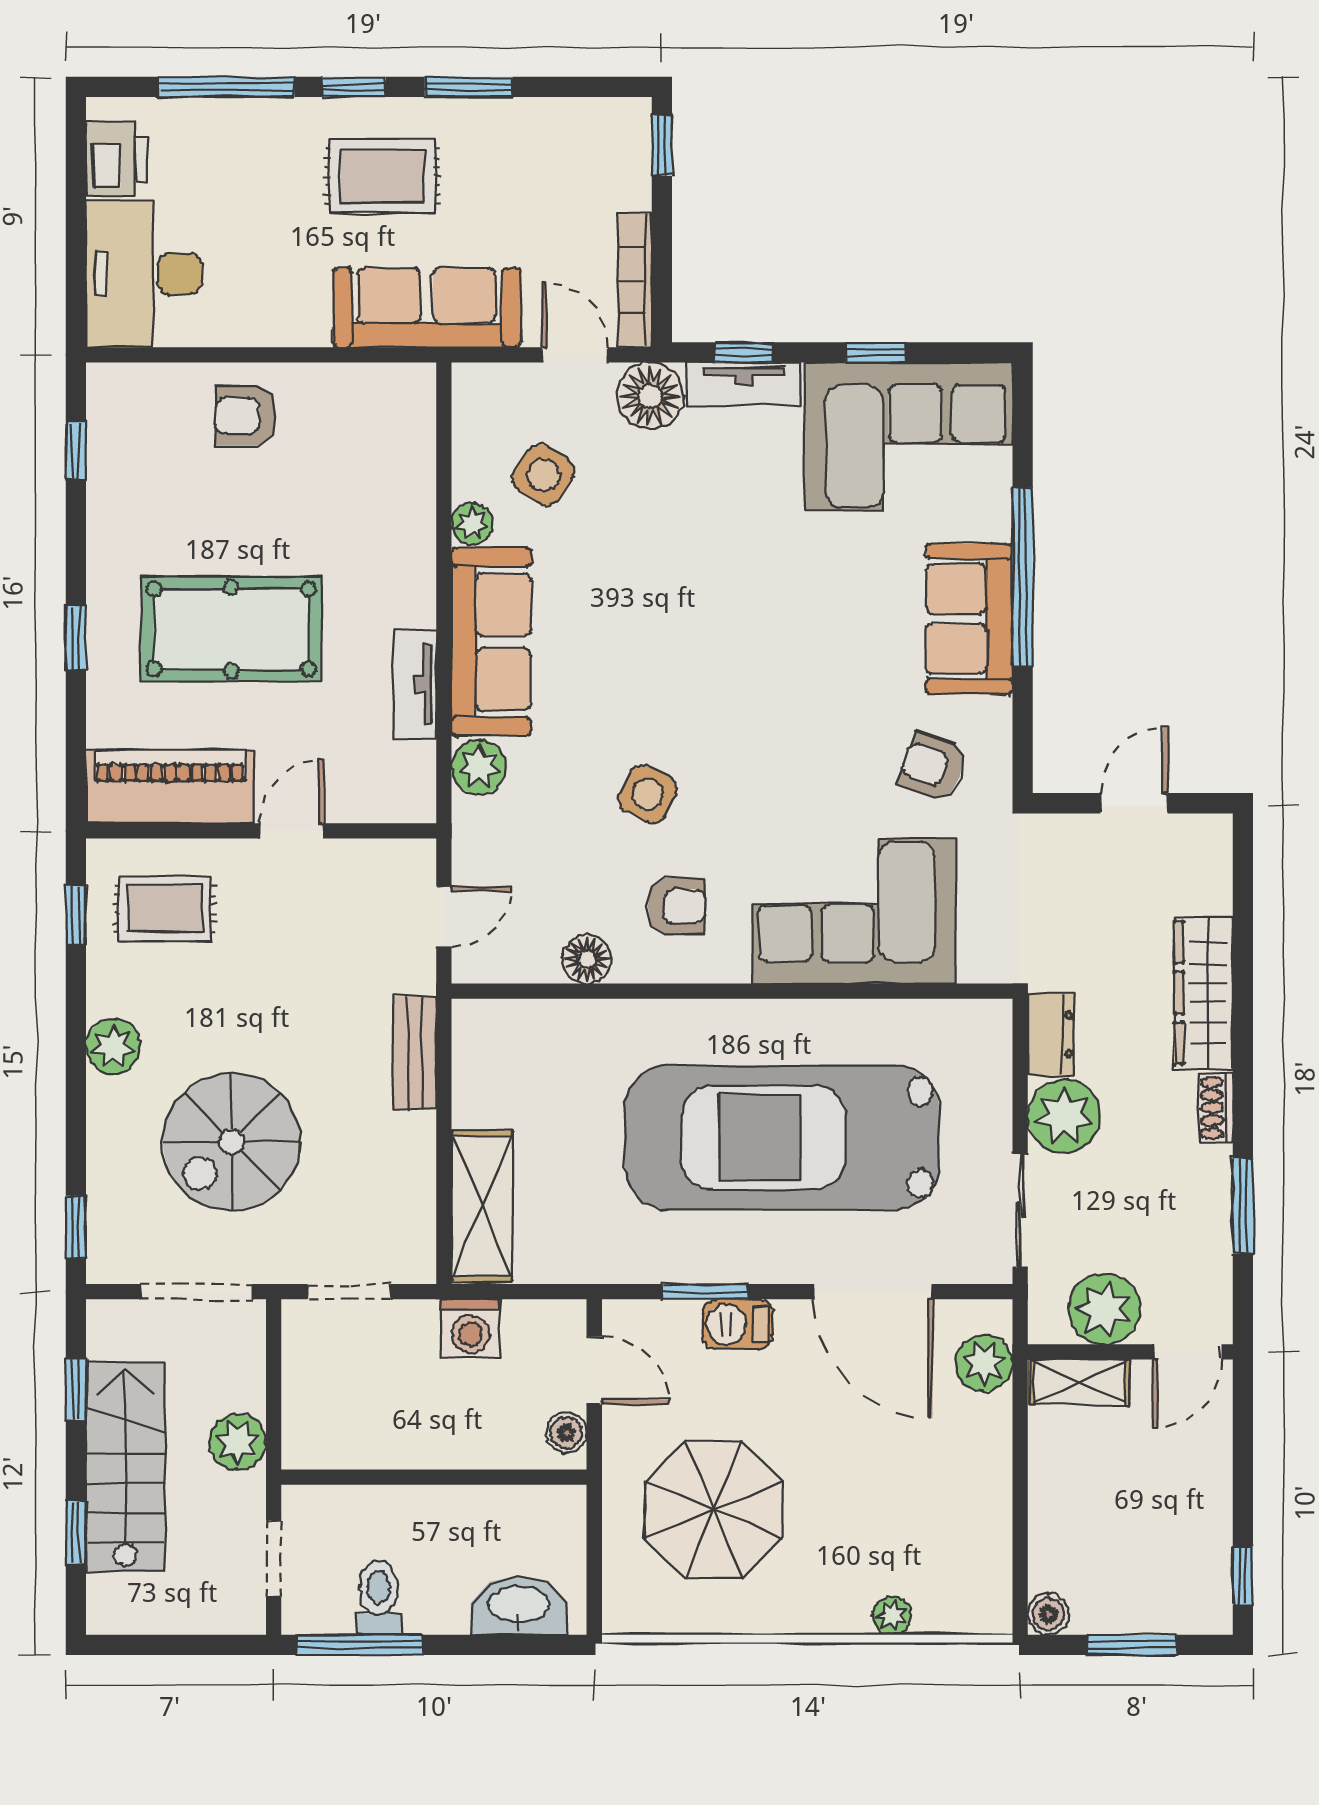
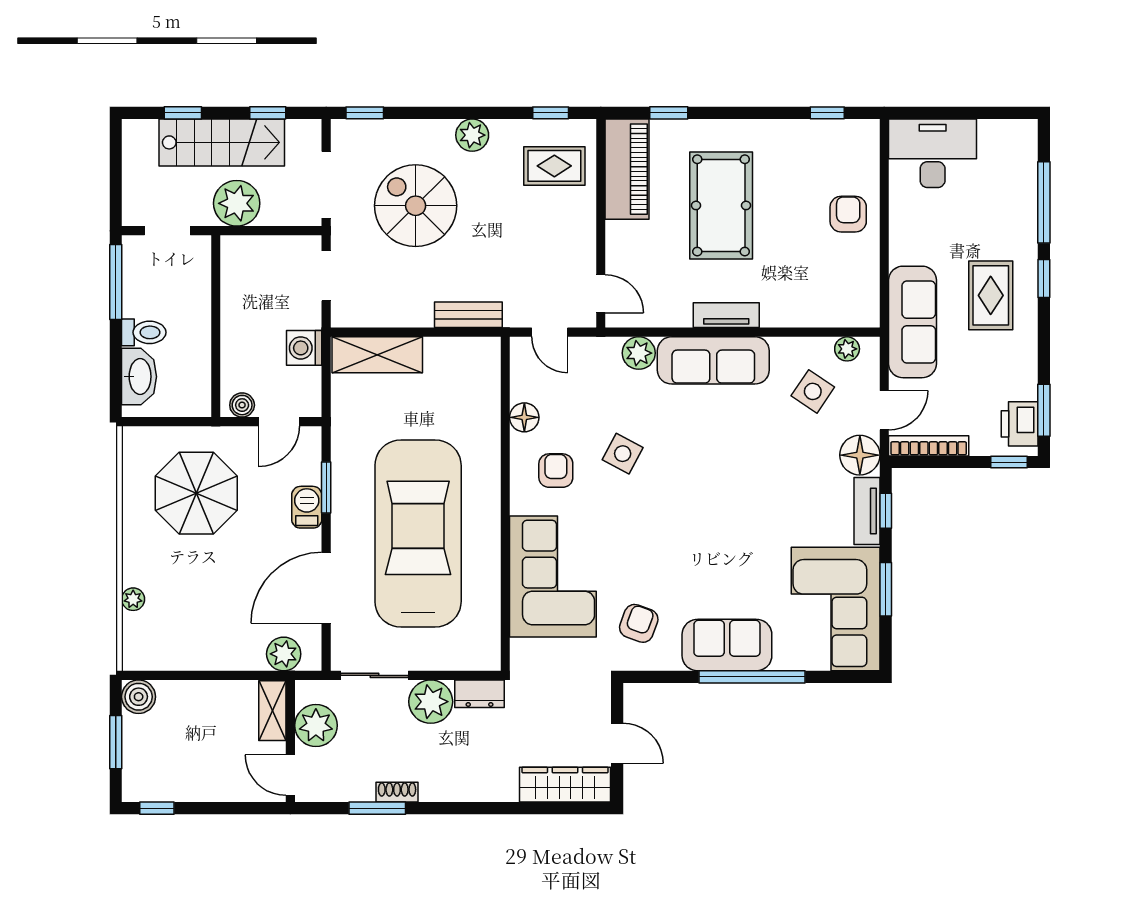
window: (469, 87) -> (1044, 410), moved
printer: (117, 159) -> (1020, 424), moved, turned 90
window: (875, 352) -> (886, 589), width x1.50
plant: (472, 524) -> (847, 349), moved
window: (76, 638) -> (669, 113), moved
tv unit: (415, 684) -> (726, 315), moved
door: (291, 831) -> (601, 294), moved
armchair: (676, 906) -> (556, 471), turned 180
rug: (165, 909) -> (554, 166), turned 90
wardrobe: (1204, 993) -> (565, 785), moved
shoe rack: (1216, 1108) -> (397, 792), moved
plant: (238, 1442) -> (237, 203), width x1.36, depth x1.36
toilet: (379, 1598) -> (144, 332), moved
boiler: (1048, 1614) -> (139, 697), width x1.36, depth x1.36

